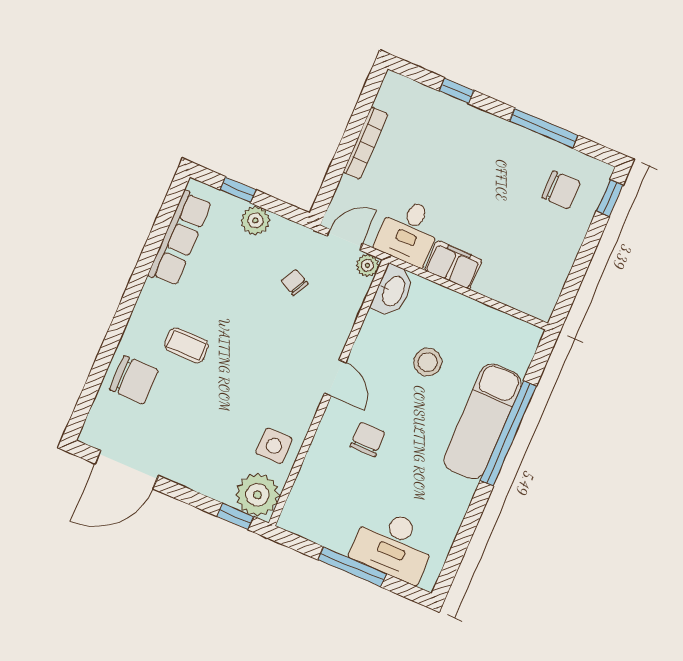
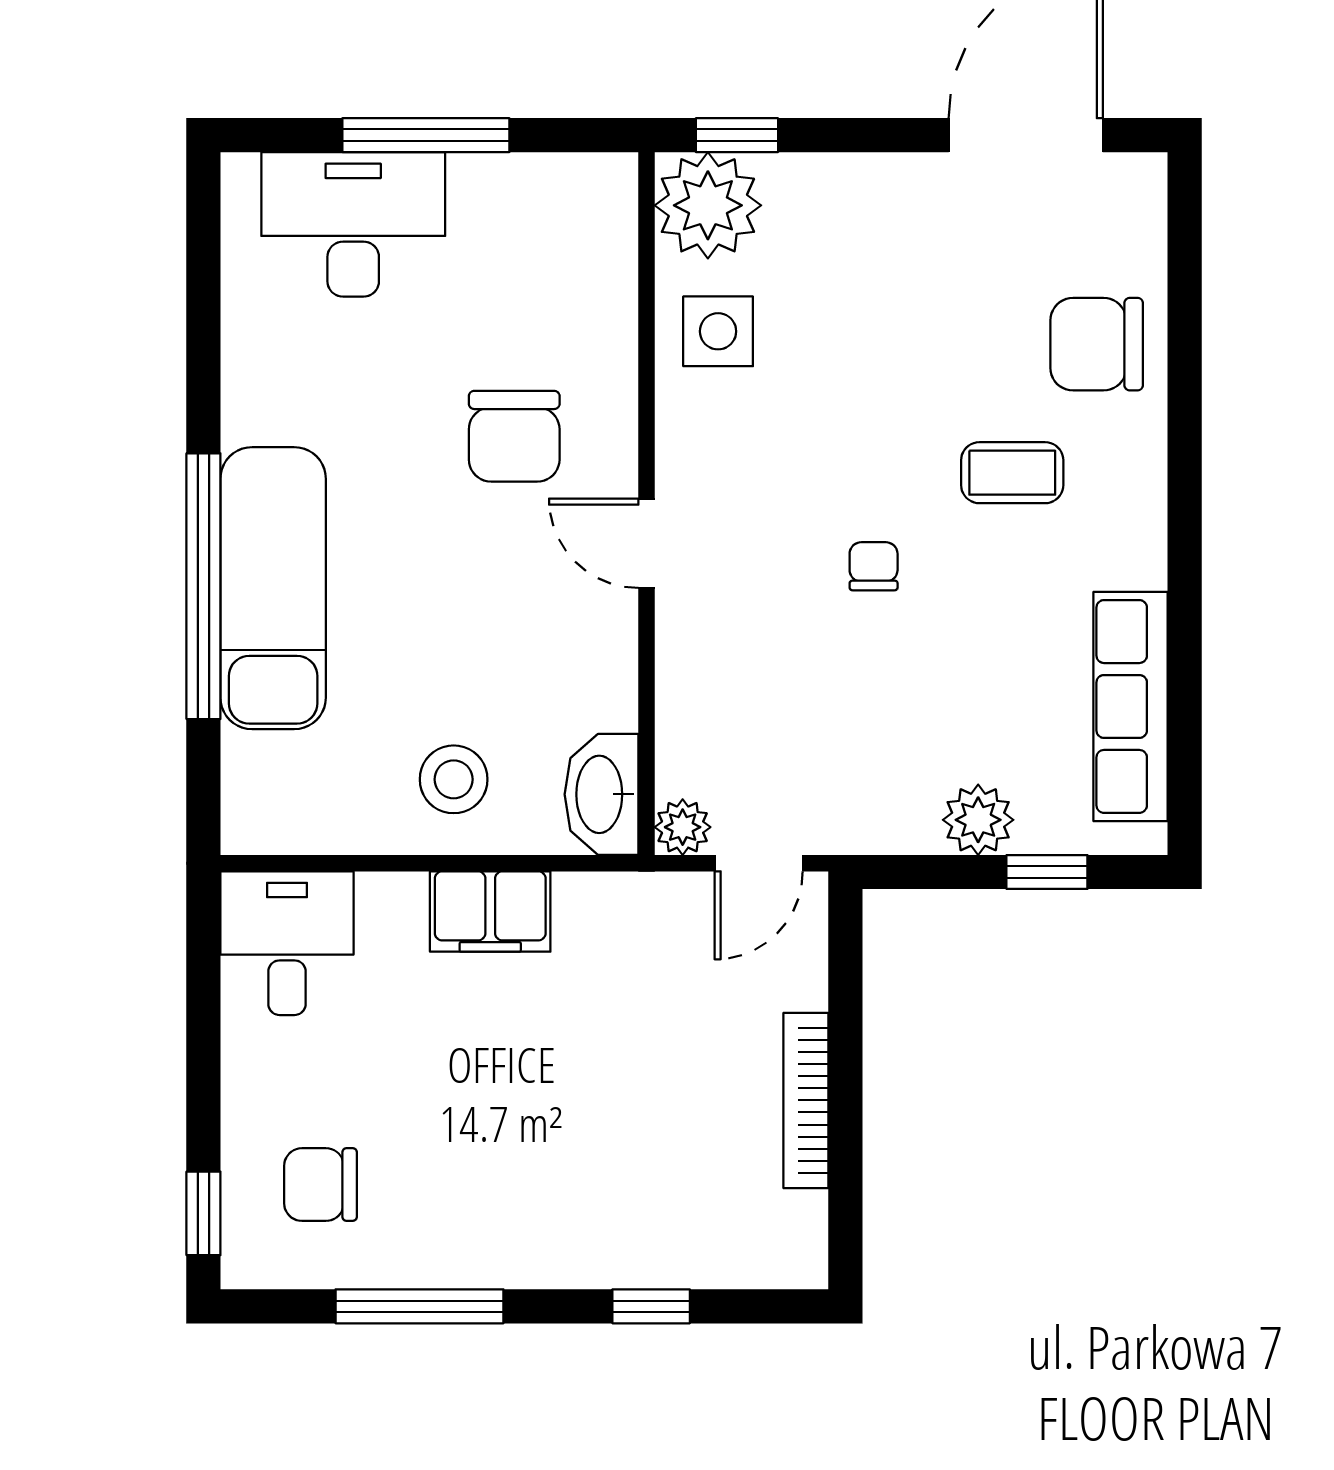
desk: (409, 232) -> (287, 943), moved
chair: (295, 282) -> (874, 566), moved, turned -116
stool: (428, 362) -> (454, 779), moved
chair: (368, 439) -> (514, 436), width x1.37, depth x1.37

